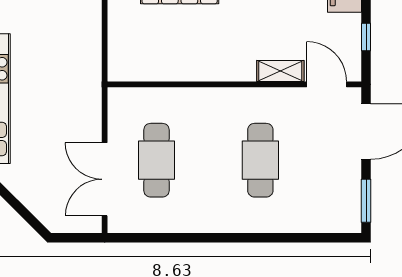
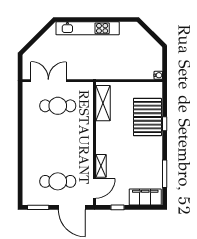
shelving: (151, 67) -> (103, 103), added
cafe table: (260, 160) -> (58, 181), moved

